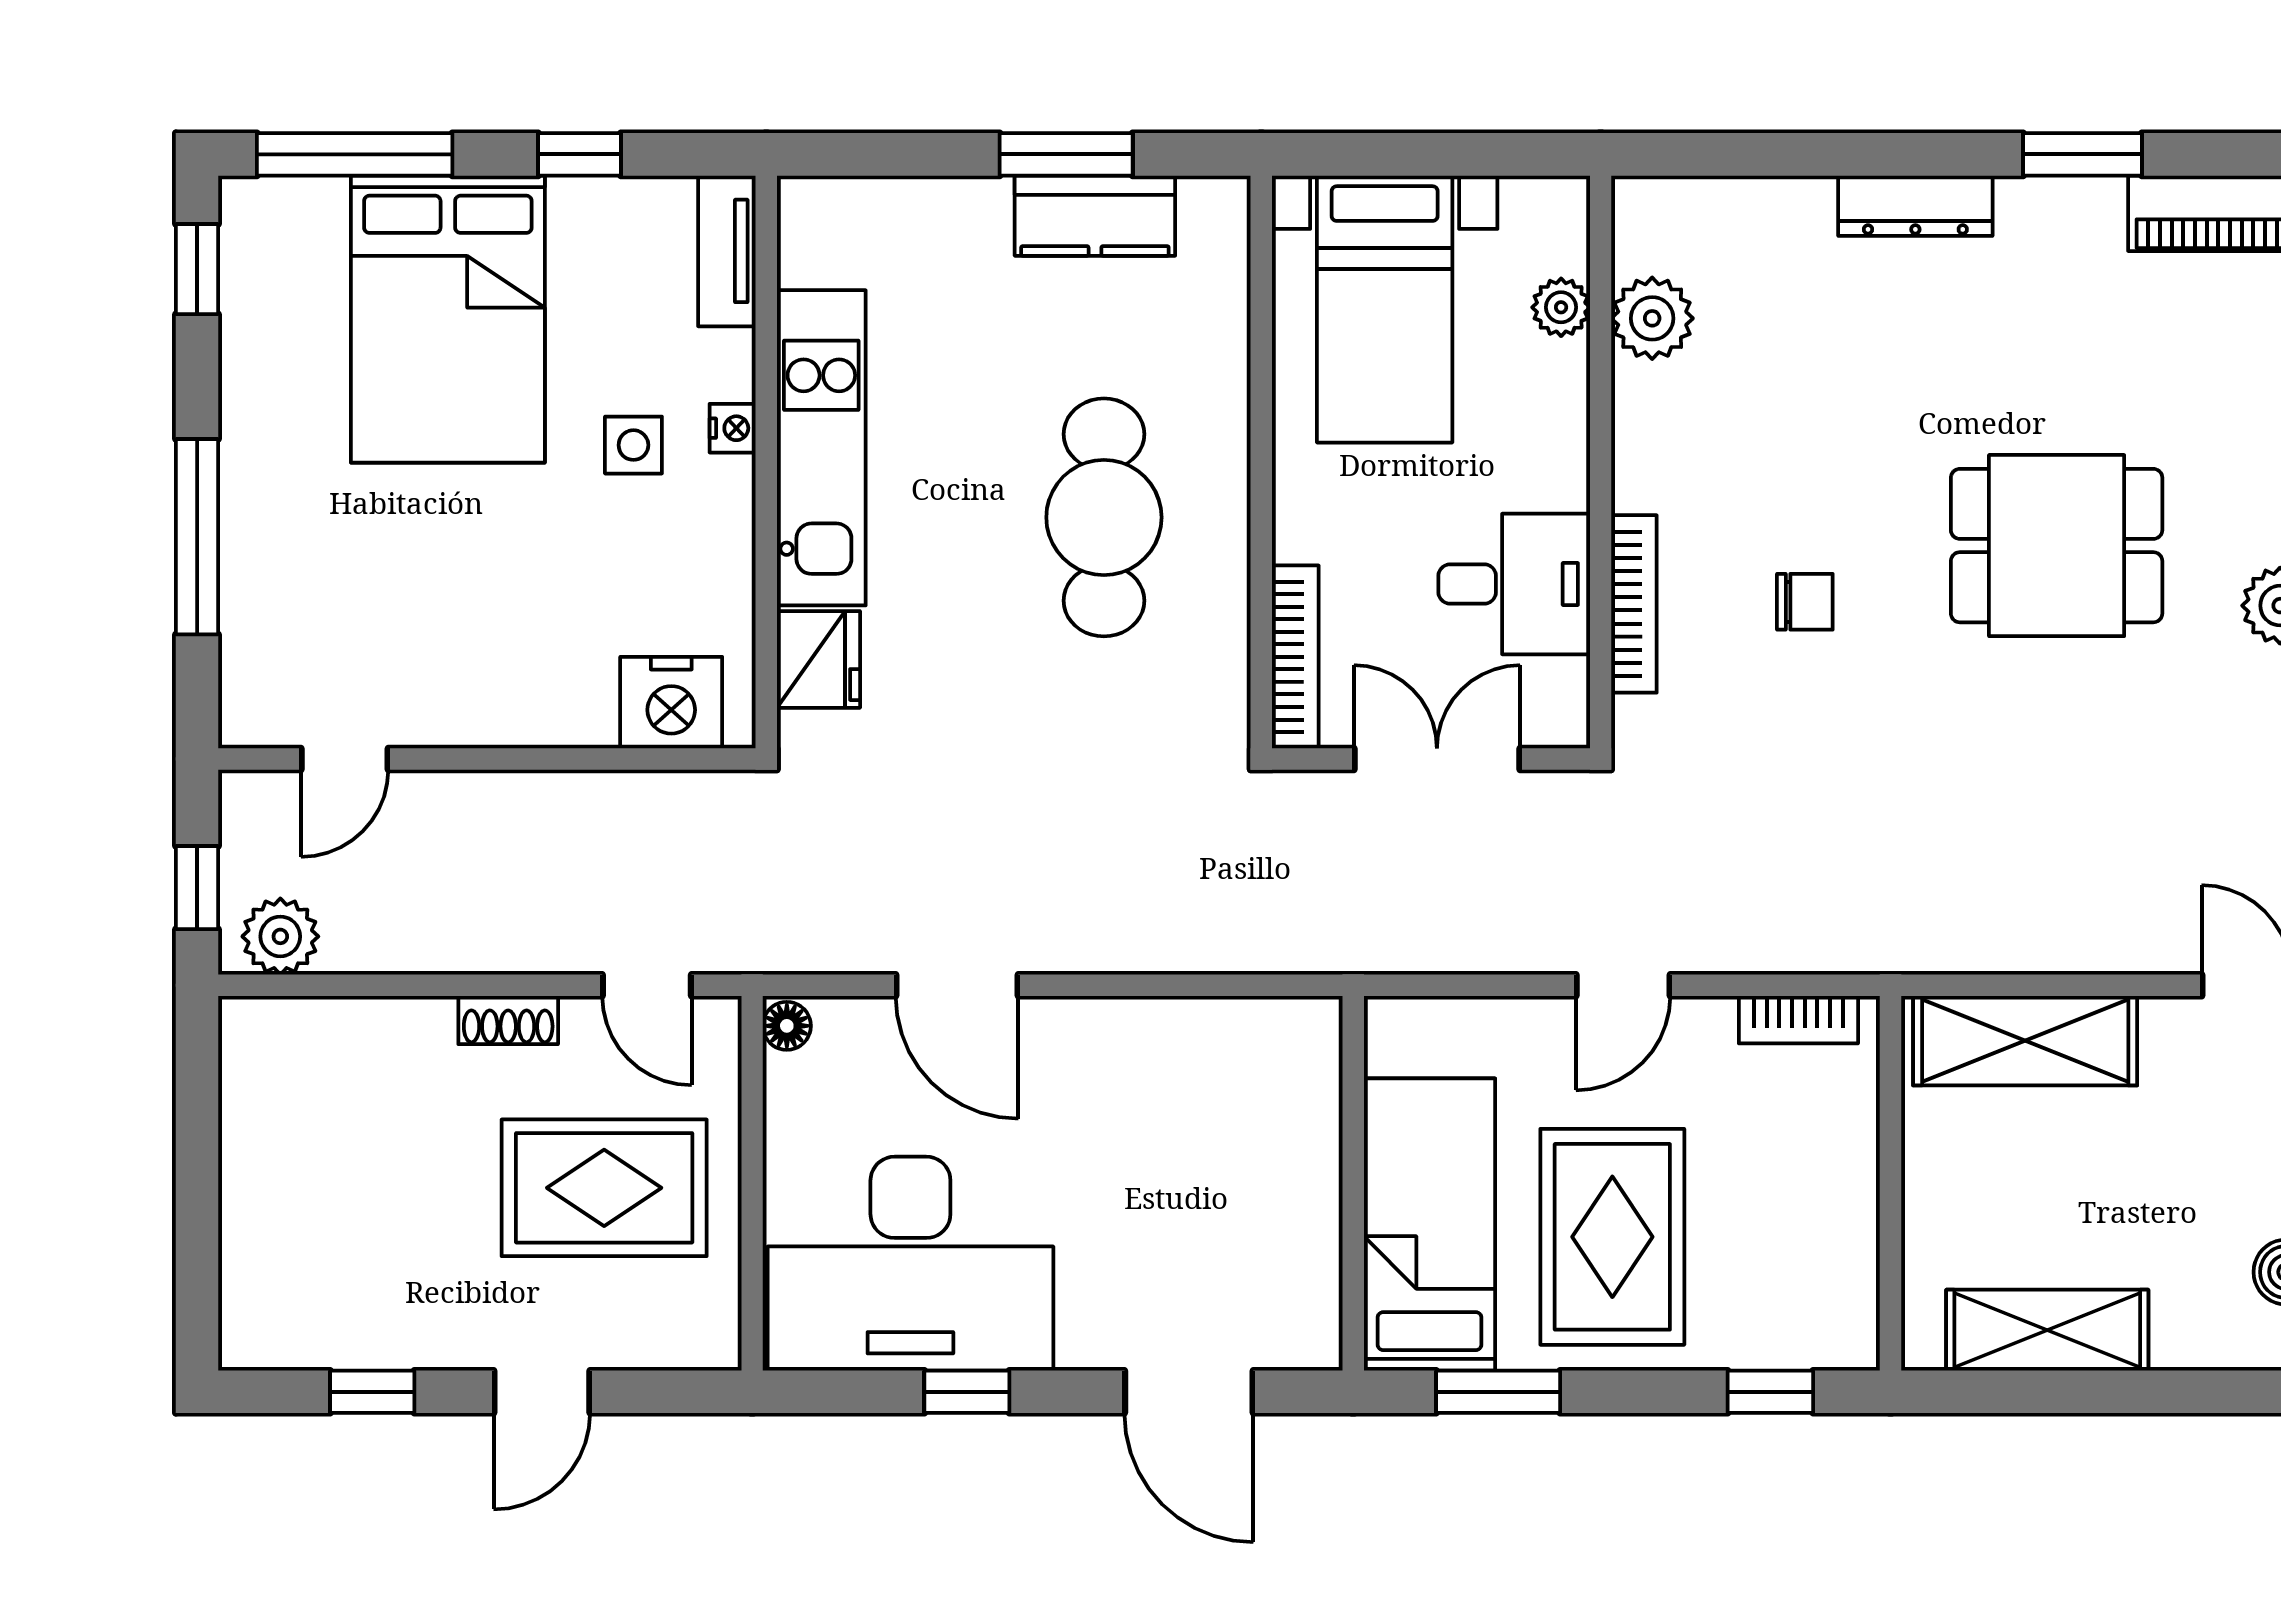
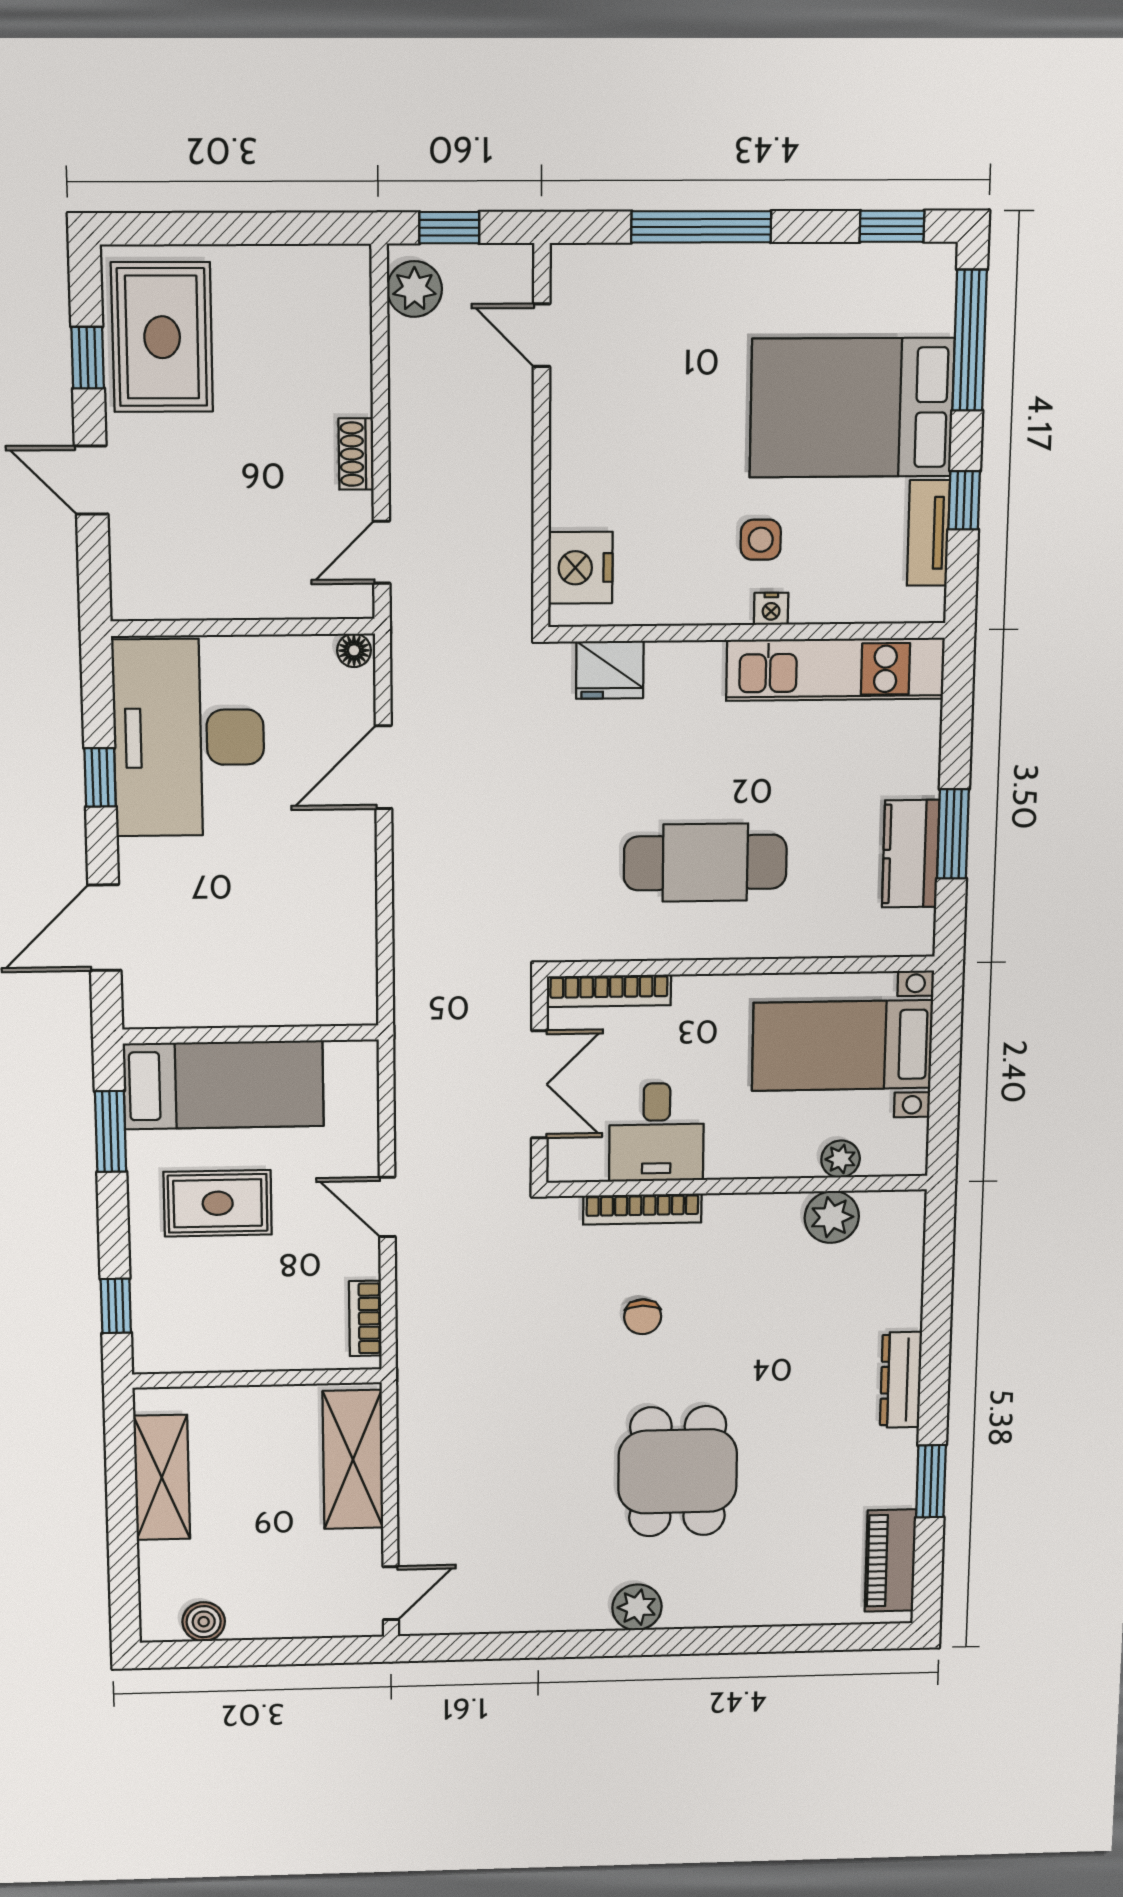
tv unit: (727, 251) -> (928, 533), moved, turned -90
kitchen unit: (821, 448) -> (835, 669), moved
rug: (604, 1188) -> (162, 337), moved
rug: (1612, 1237) -> (218, 1203), width x0.73, depth x0.70

